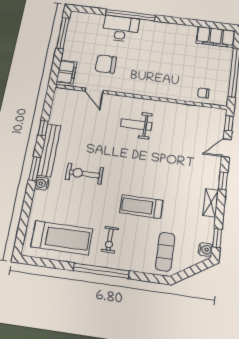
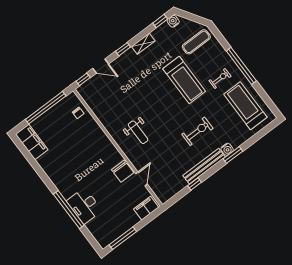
chair: (106, 64) -> (123, 171), moved
window: (35, 169) -> (233, 155), moved
exercise bike: (84, 174) -> (197, 131), turned -90
treadmill: (141, 207) -> (184, 80), width x1.37, depth x1.38

